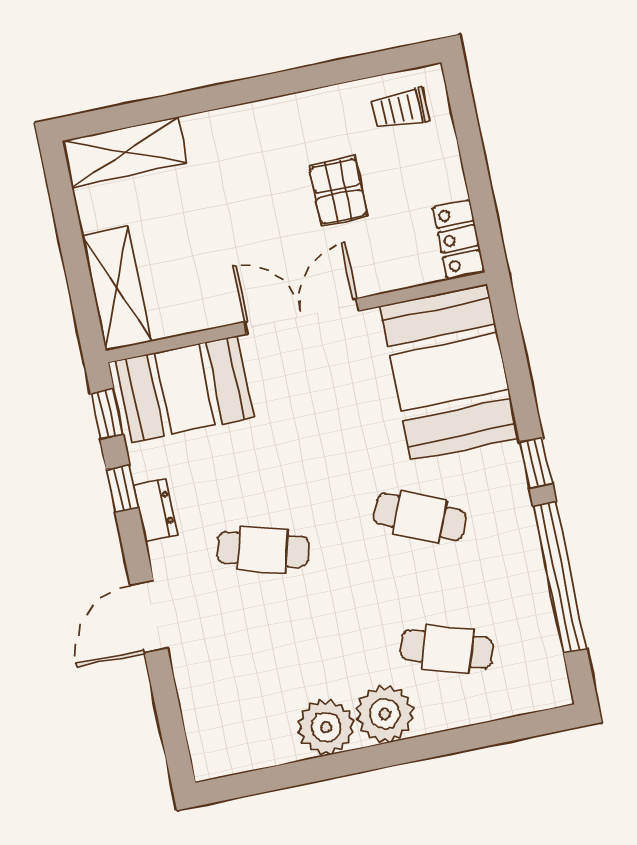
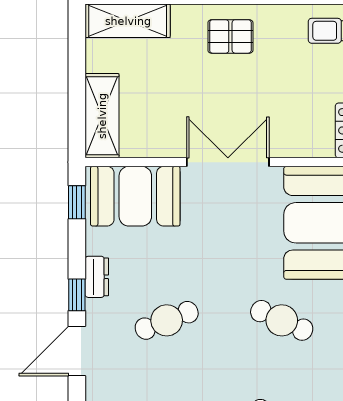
pallet: (338, 191) -> (230, 36), moved, turned 90
window: (122, 489) -> (77, 295), moved
cafe table: (263, 550) -> (167, 320), turned -36

